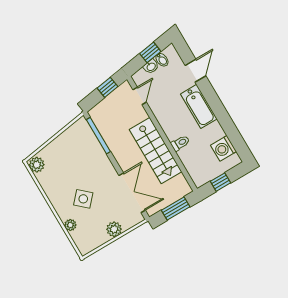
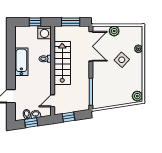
bathtub: (199, 106) -> (21, 62), moved
washing machine: (224, 148) -> (45, 32), moved, turned 90
double door: (132, 193) -> (91, 46), swing flipped

